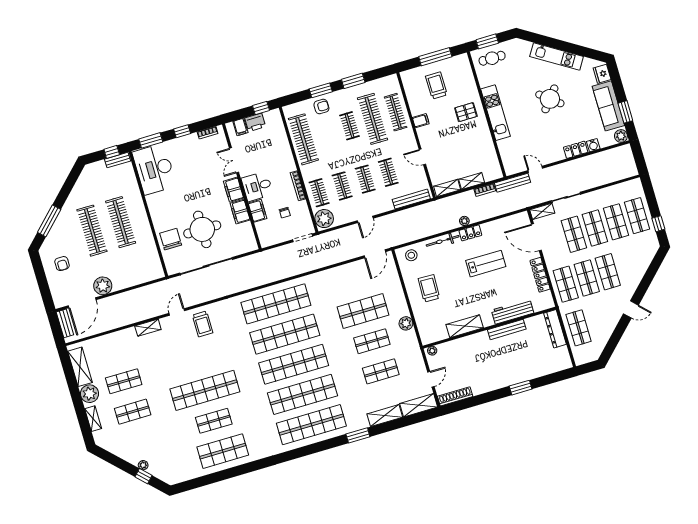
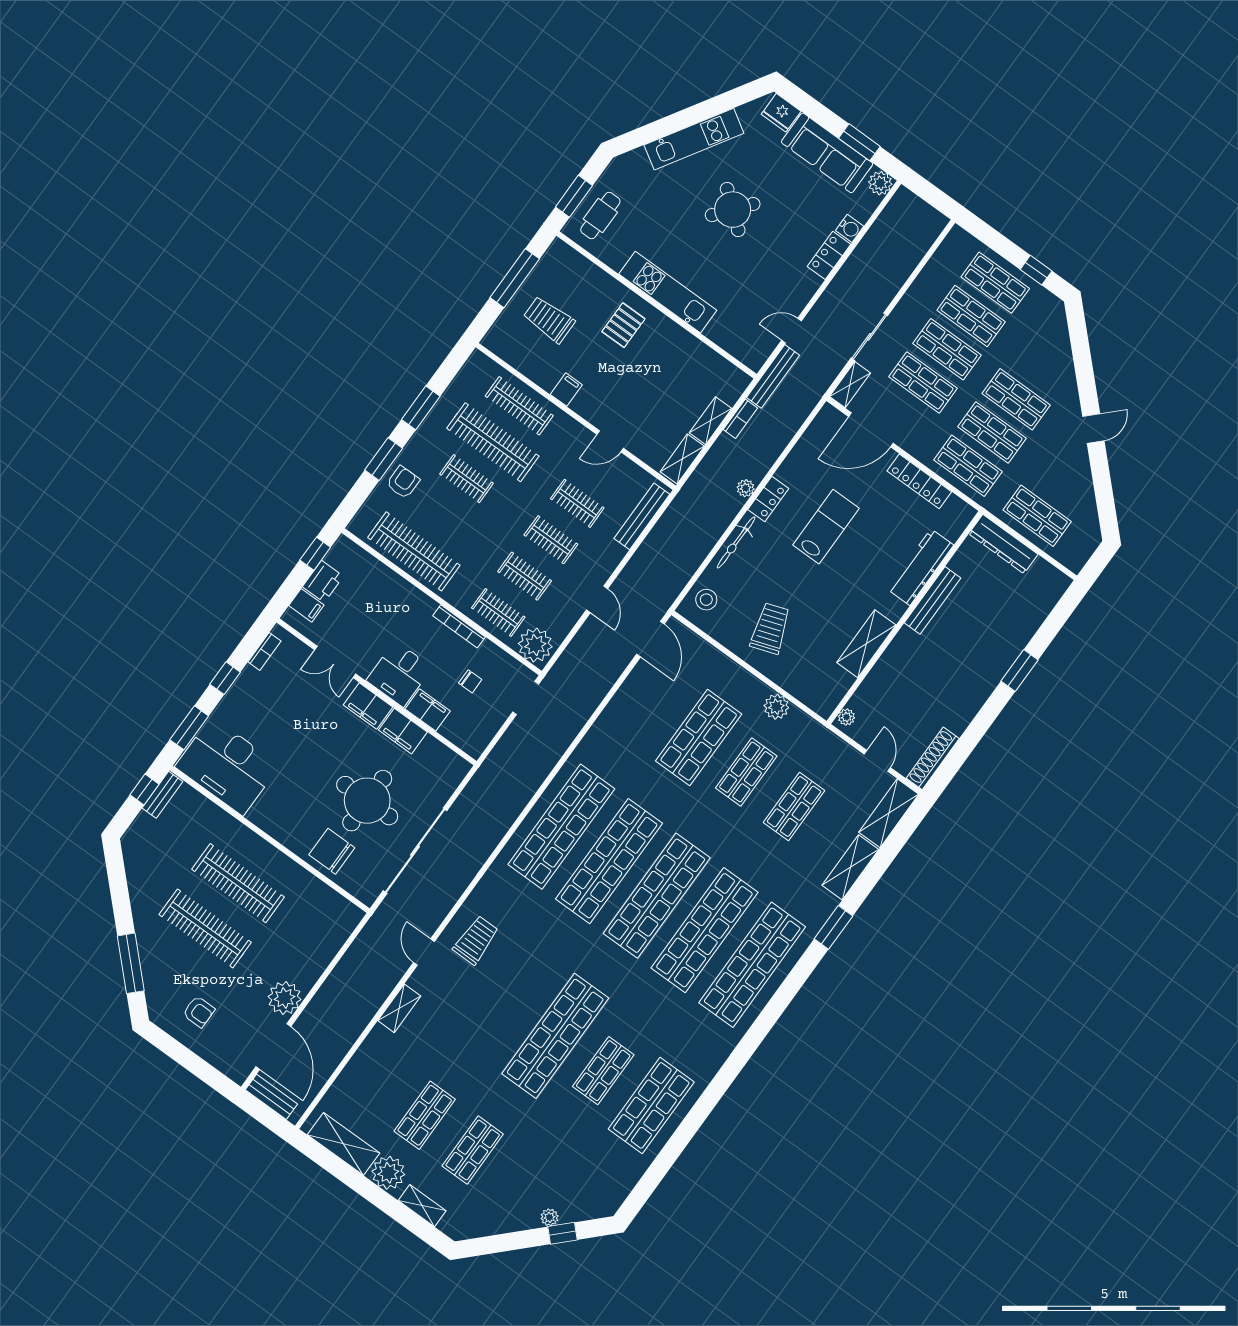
trolley: (429, 288) -> (770, 628), turned 69
trolley: (203, 324) -> (476, 940), turned -90

